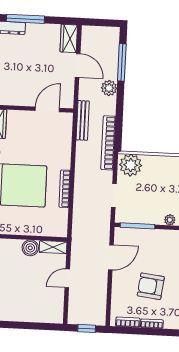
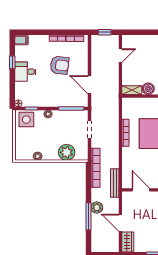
window: (122, 62) -> (88, 216), moved
door: (47, 109) -> (141, 190), swing flipped
plant: (131, 165) -> (67, 152), moved
door: (111, 257) -> (89, 85), hinge flipped
door: (67, 278) -> (120, 56), moved

